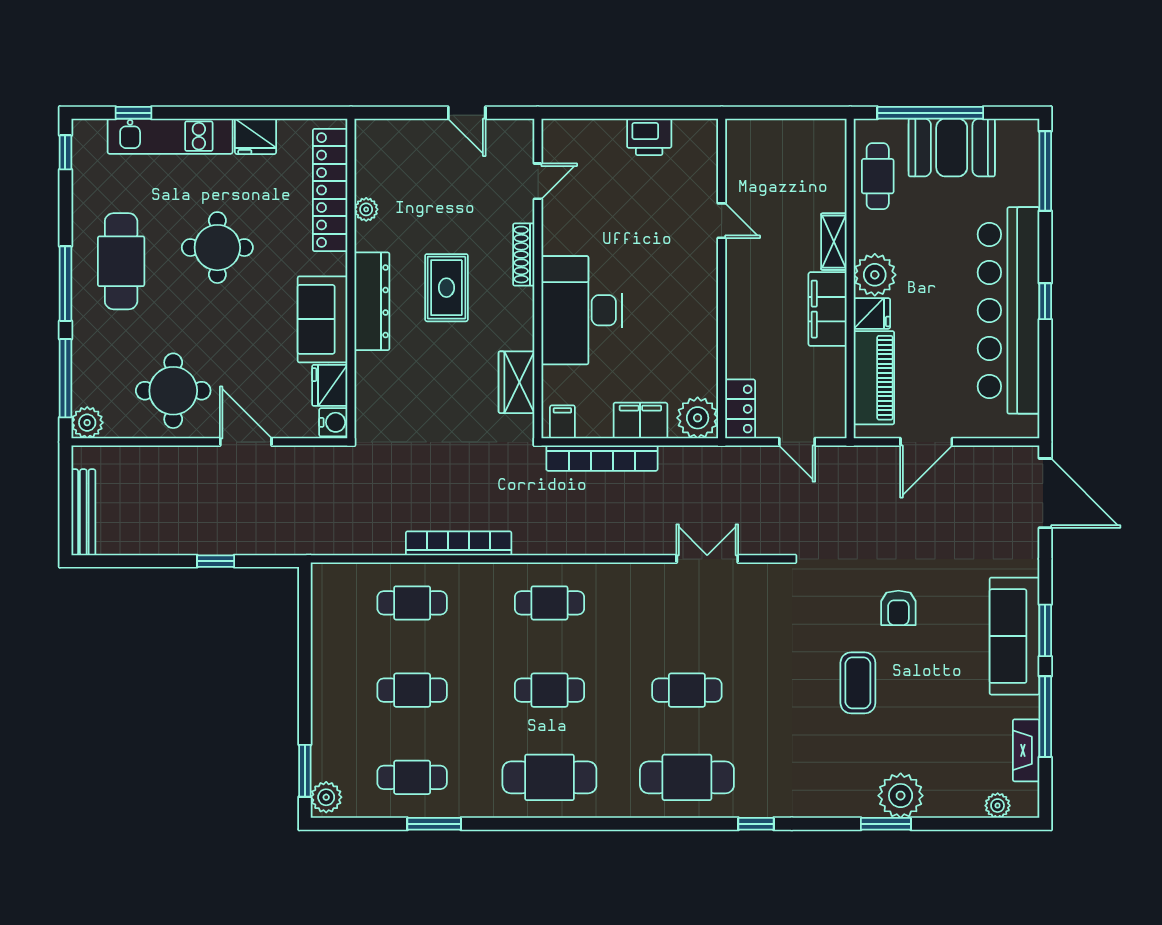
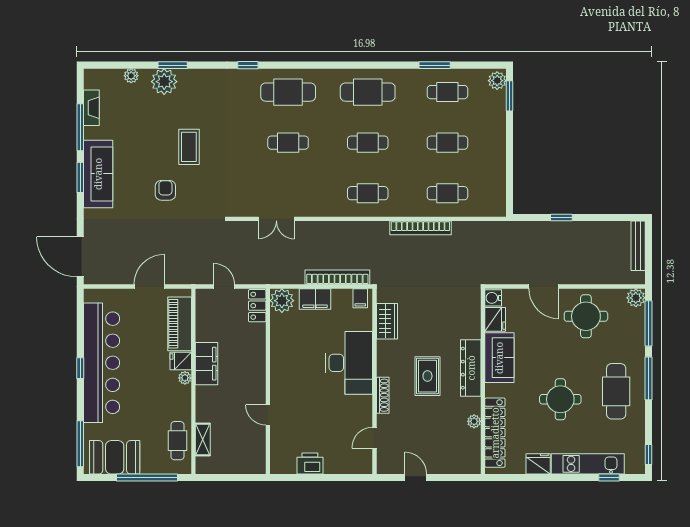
booth: (952, 147) -> (115, 457), moved
shelving: (834, 242) -> (203, 440), moved
plant: (875, 275) -> (185, 378), width x0.53, depth x0.53
plant: (998, 806) -> (131, 76), moved

